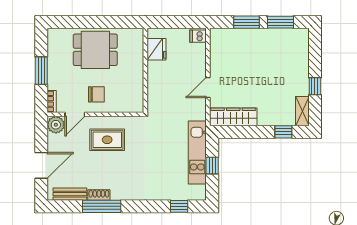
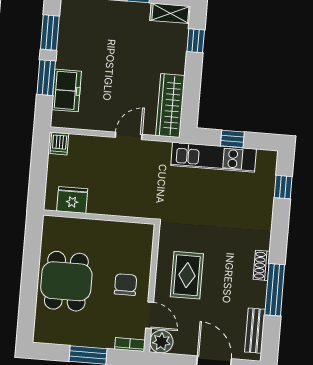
freezer: (238, 38) -> (67, 90), added
door: (208, 88) -> (129, 136), swing flipped
shoe rack: (99, 195) -> (262, 265), moved

